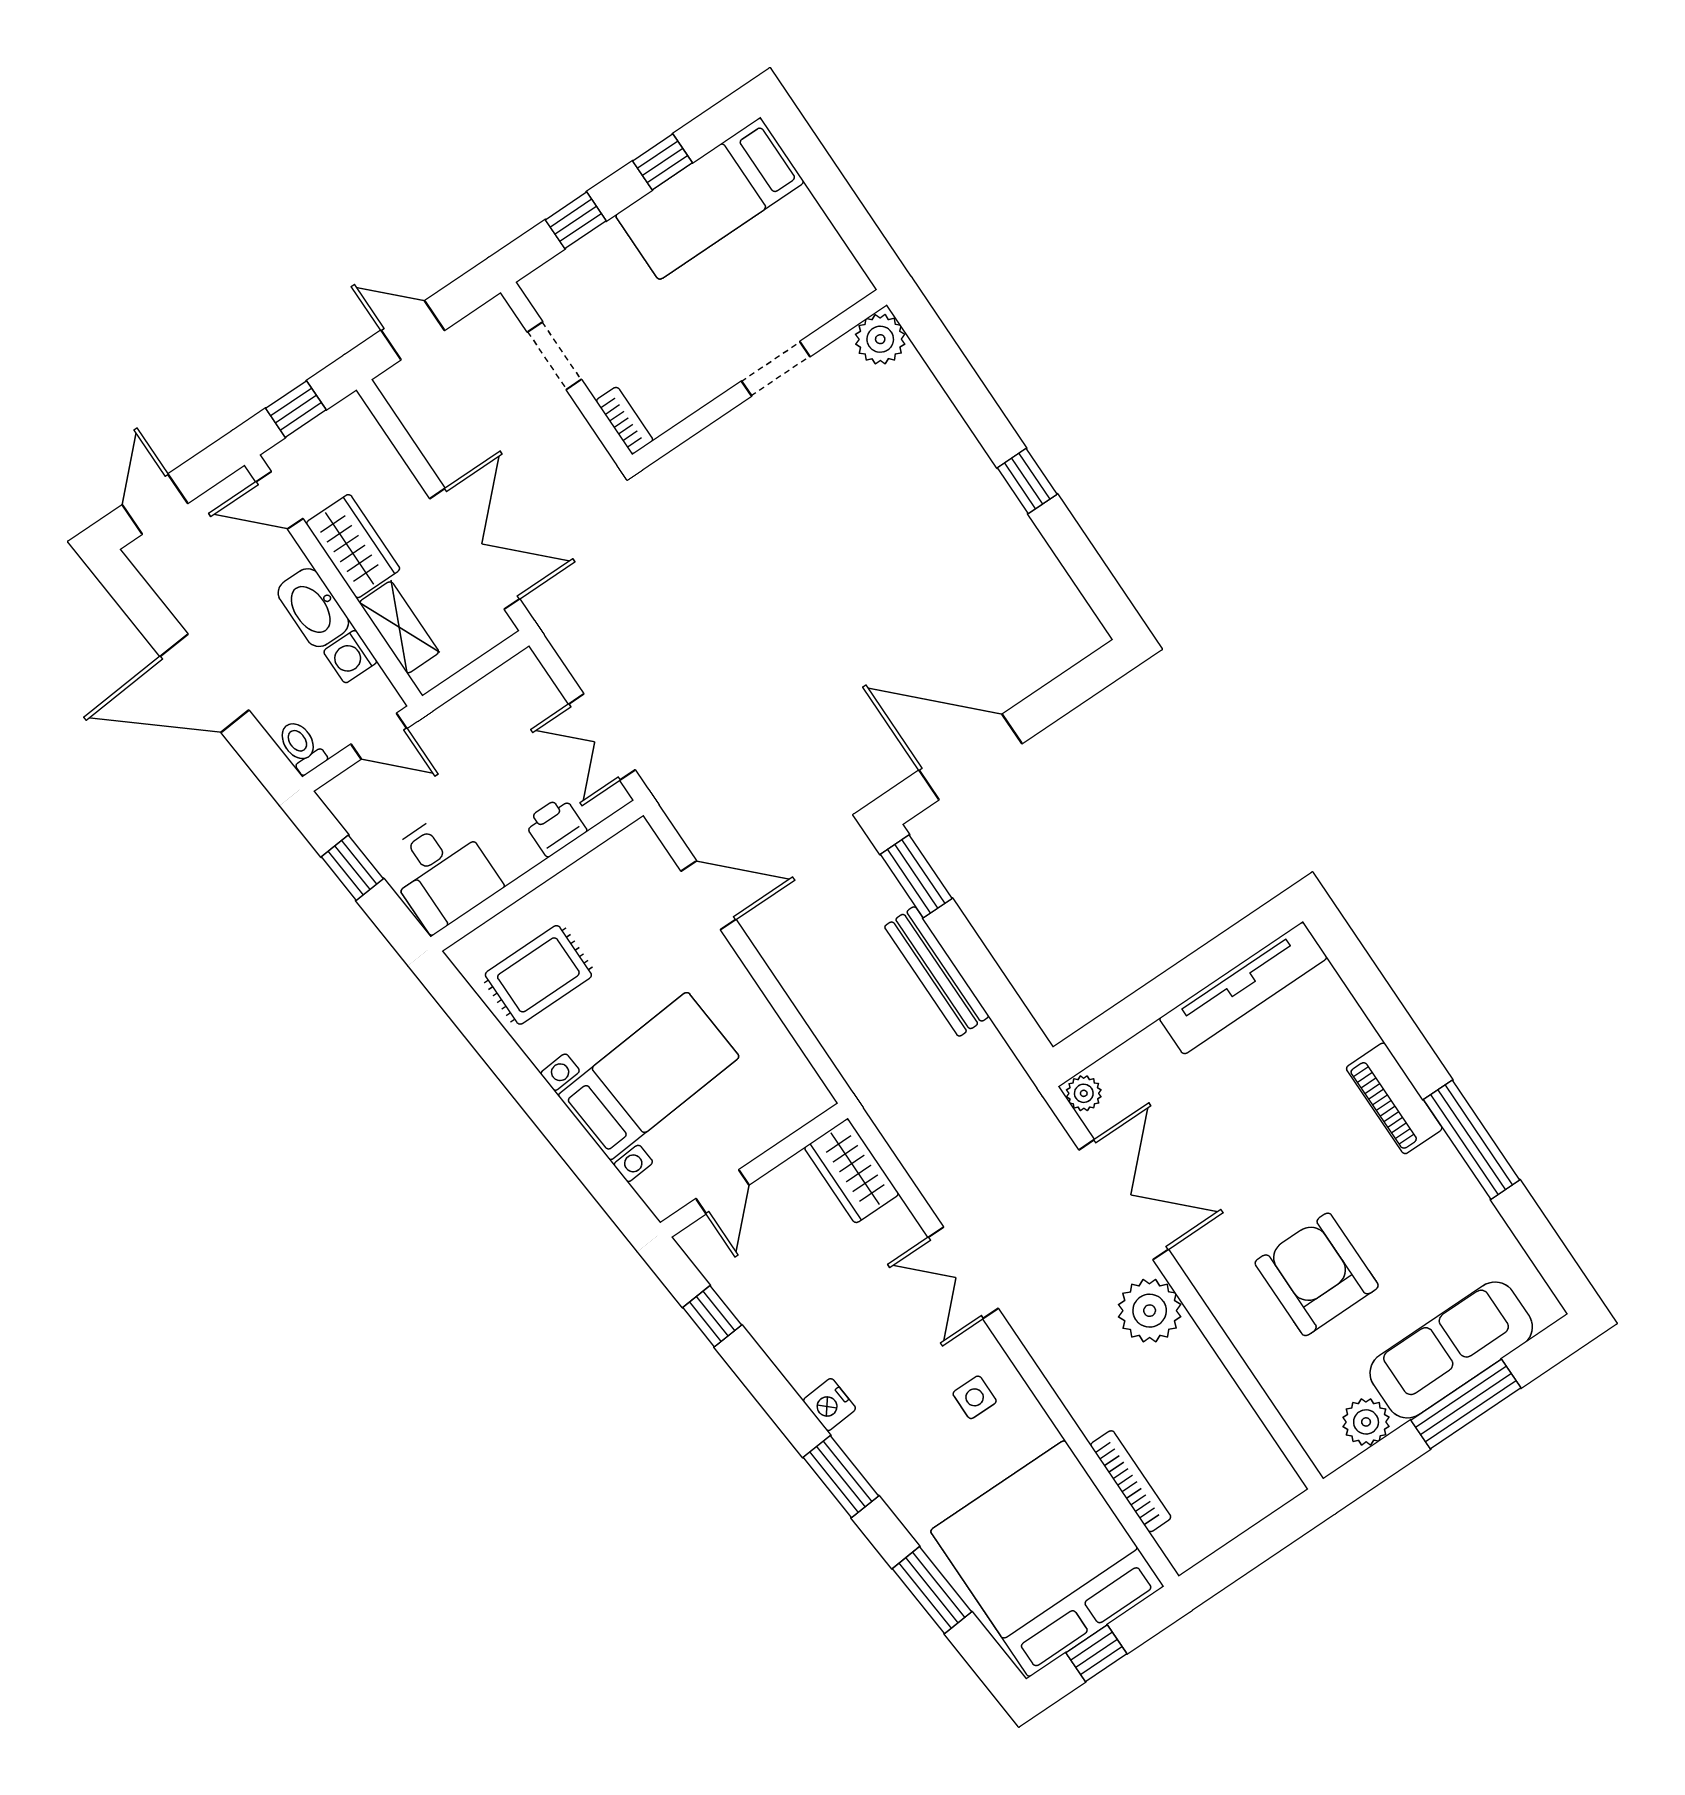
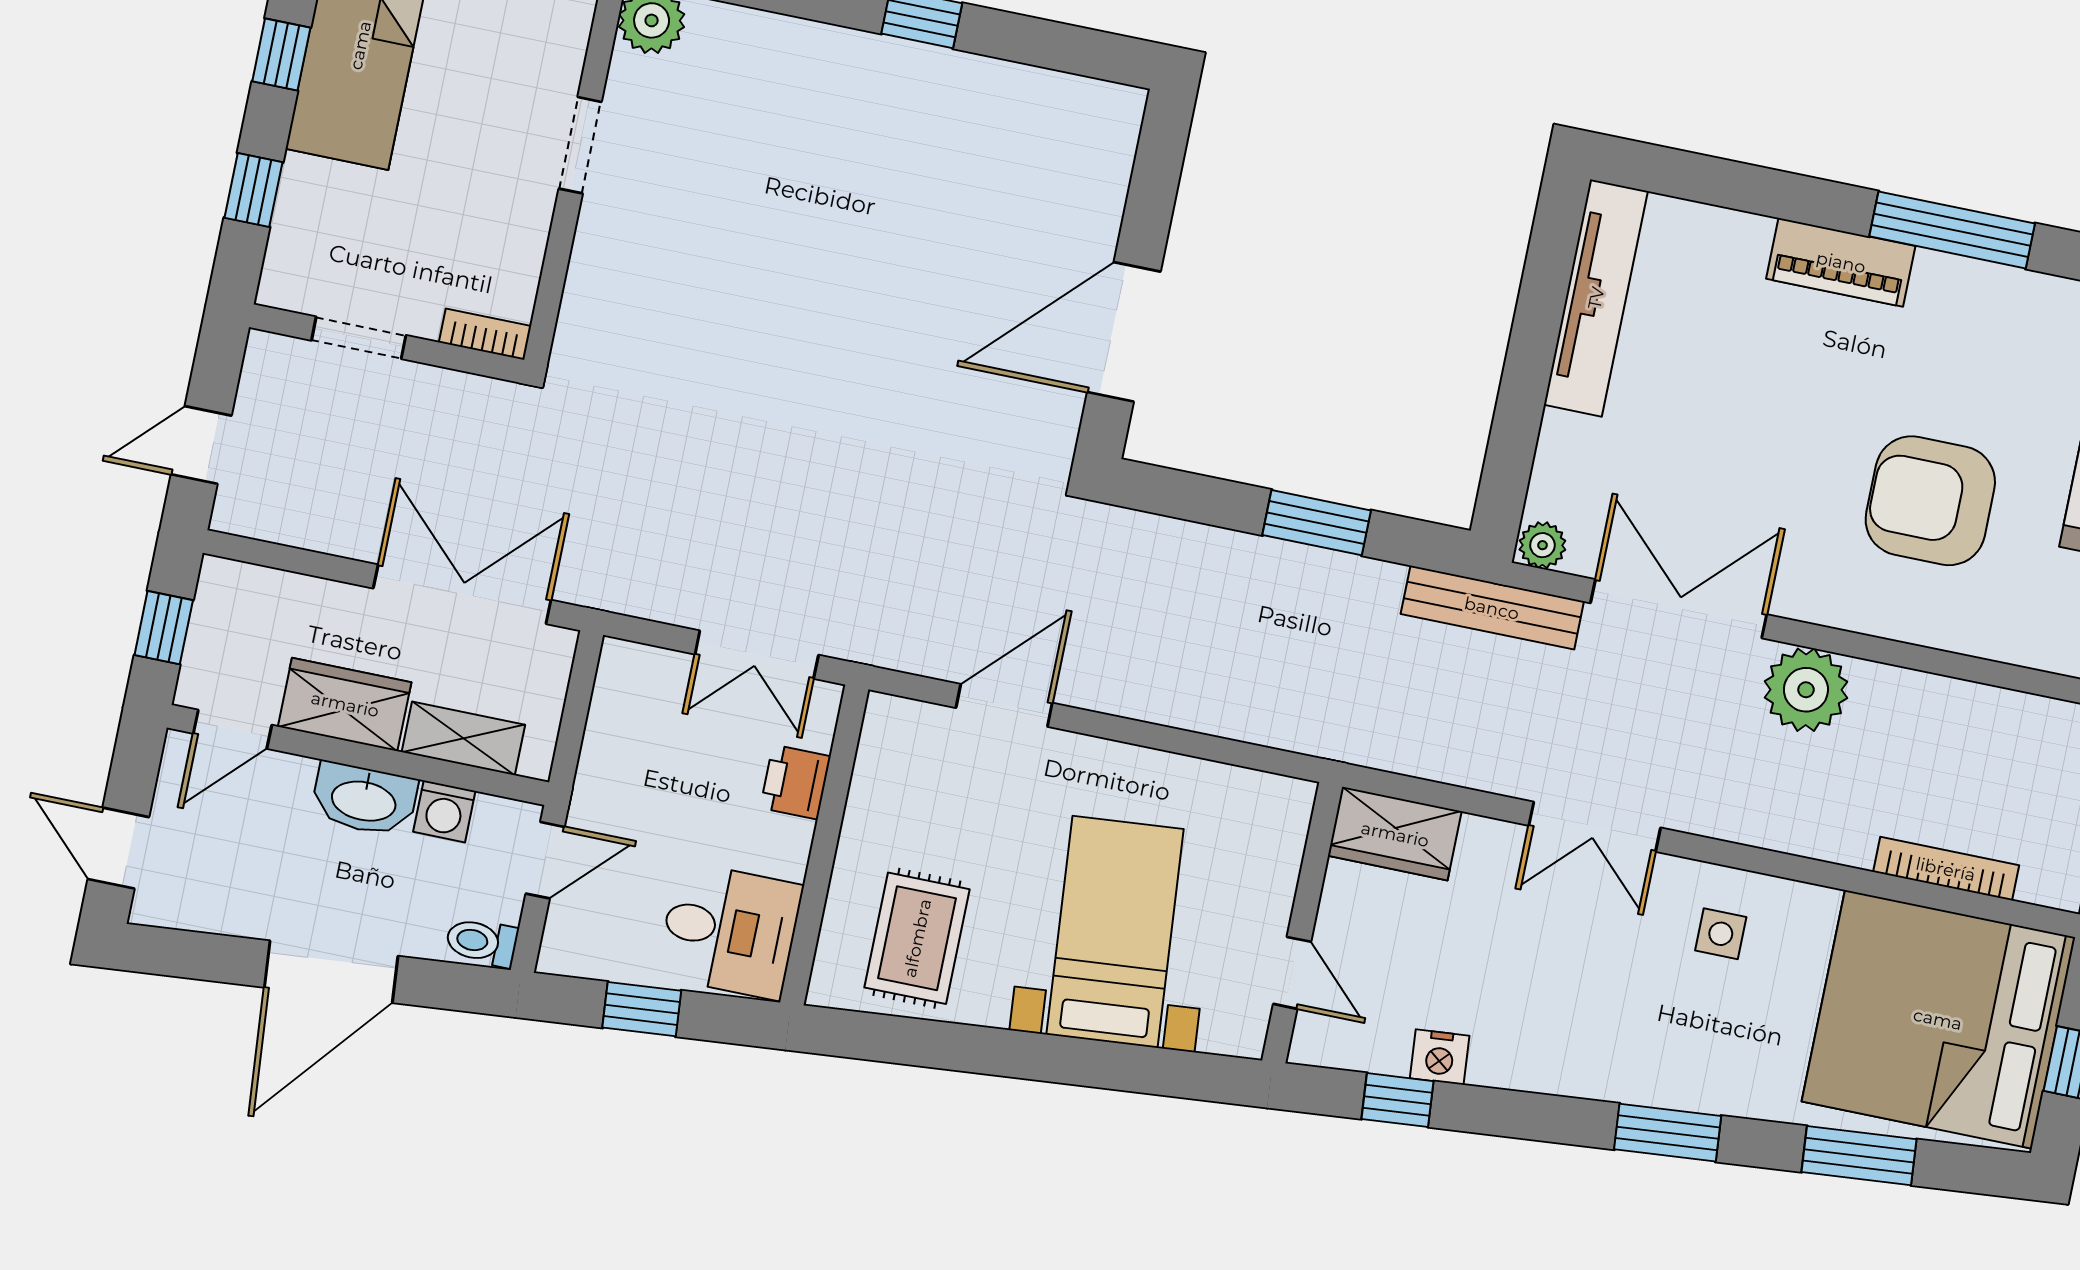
window: (916, 876) -> (1317, 523), moved
bench: (937, 971) -> (1492, 608), moved
nightstand: (829, 1405) -> (1440, 1057), moved

